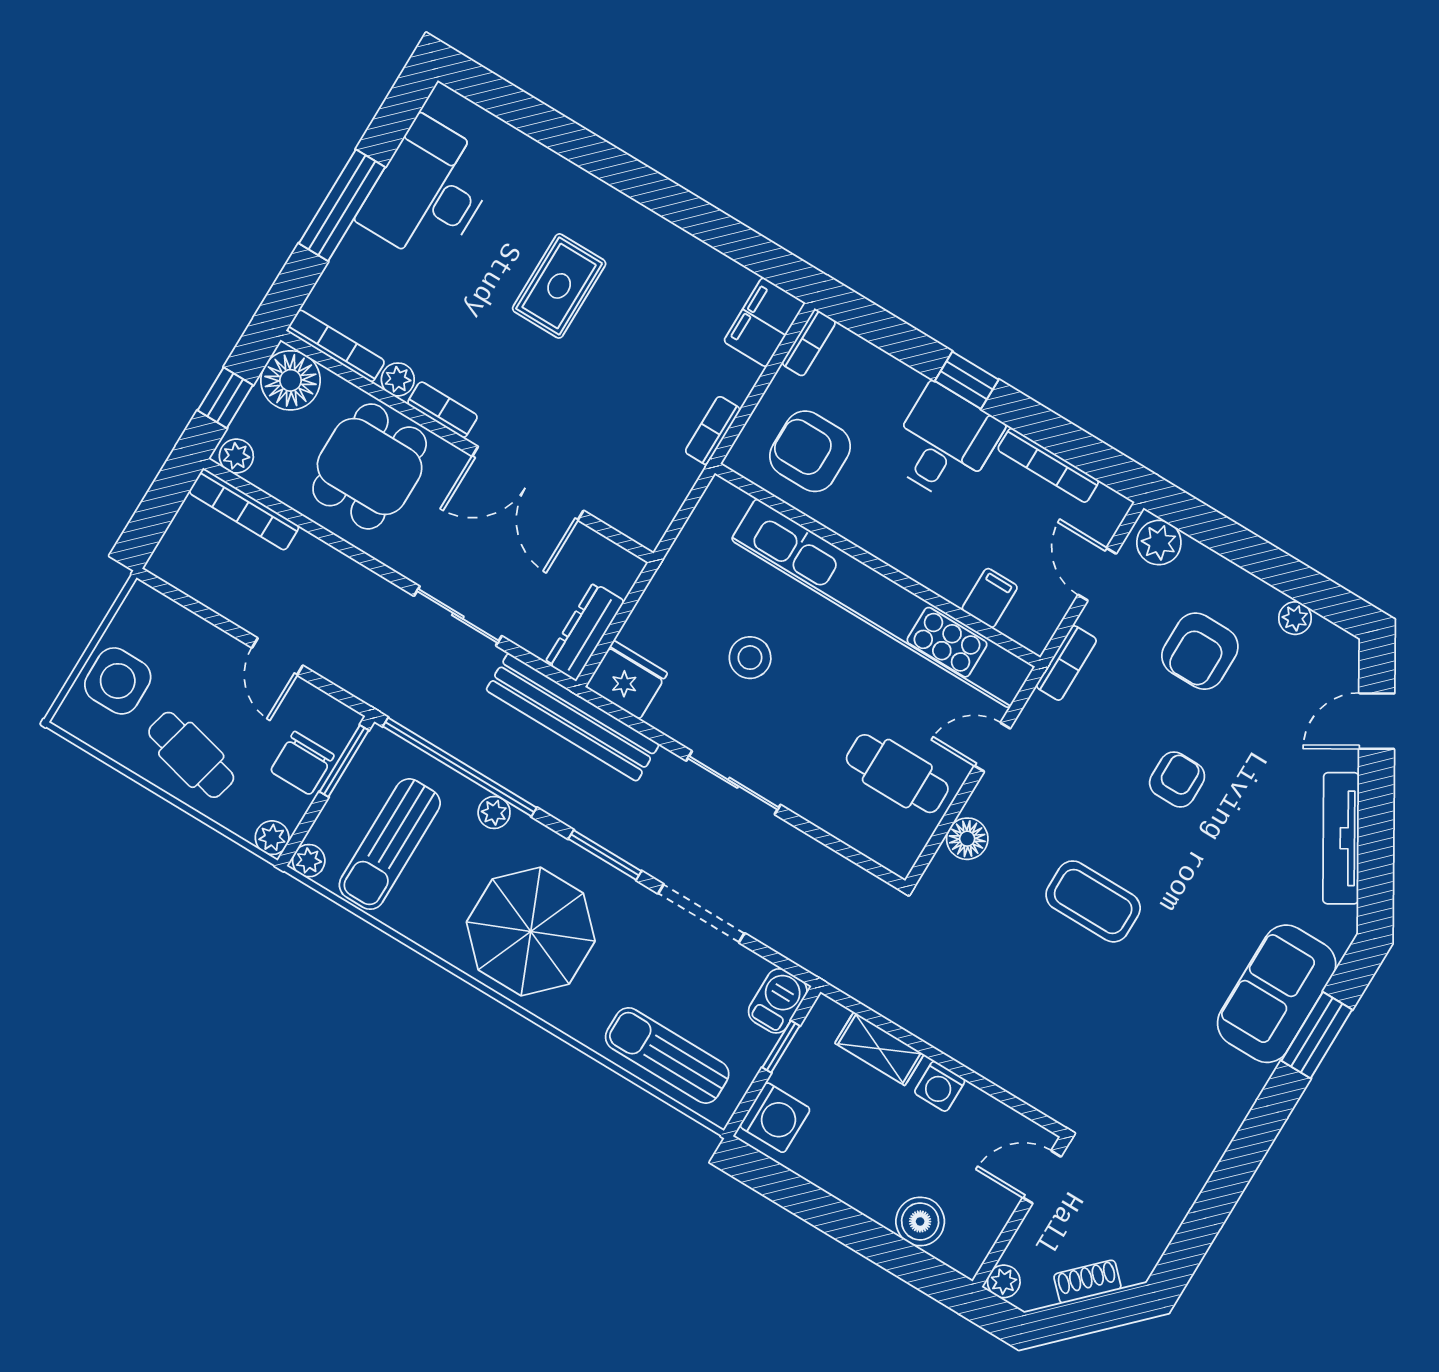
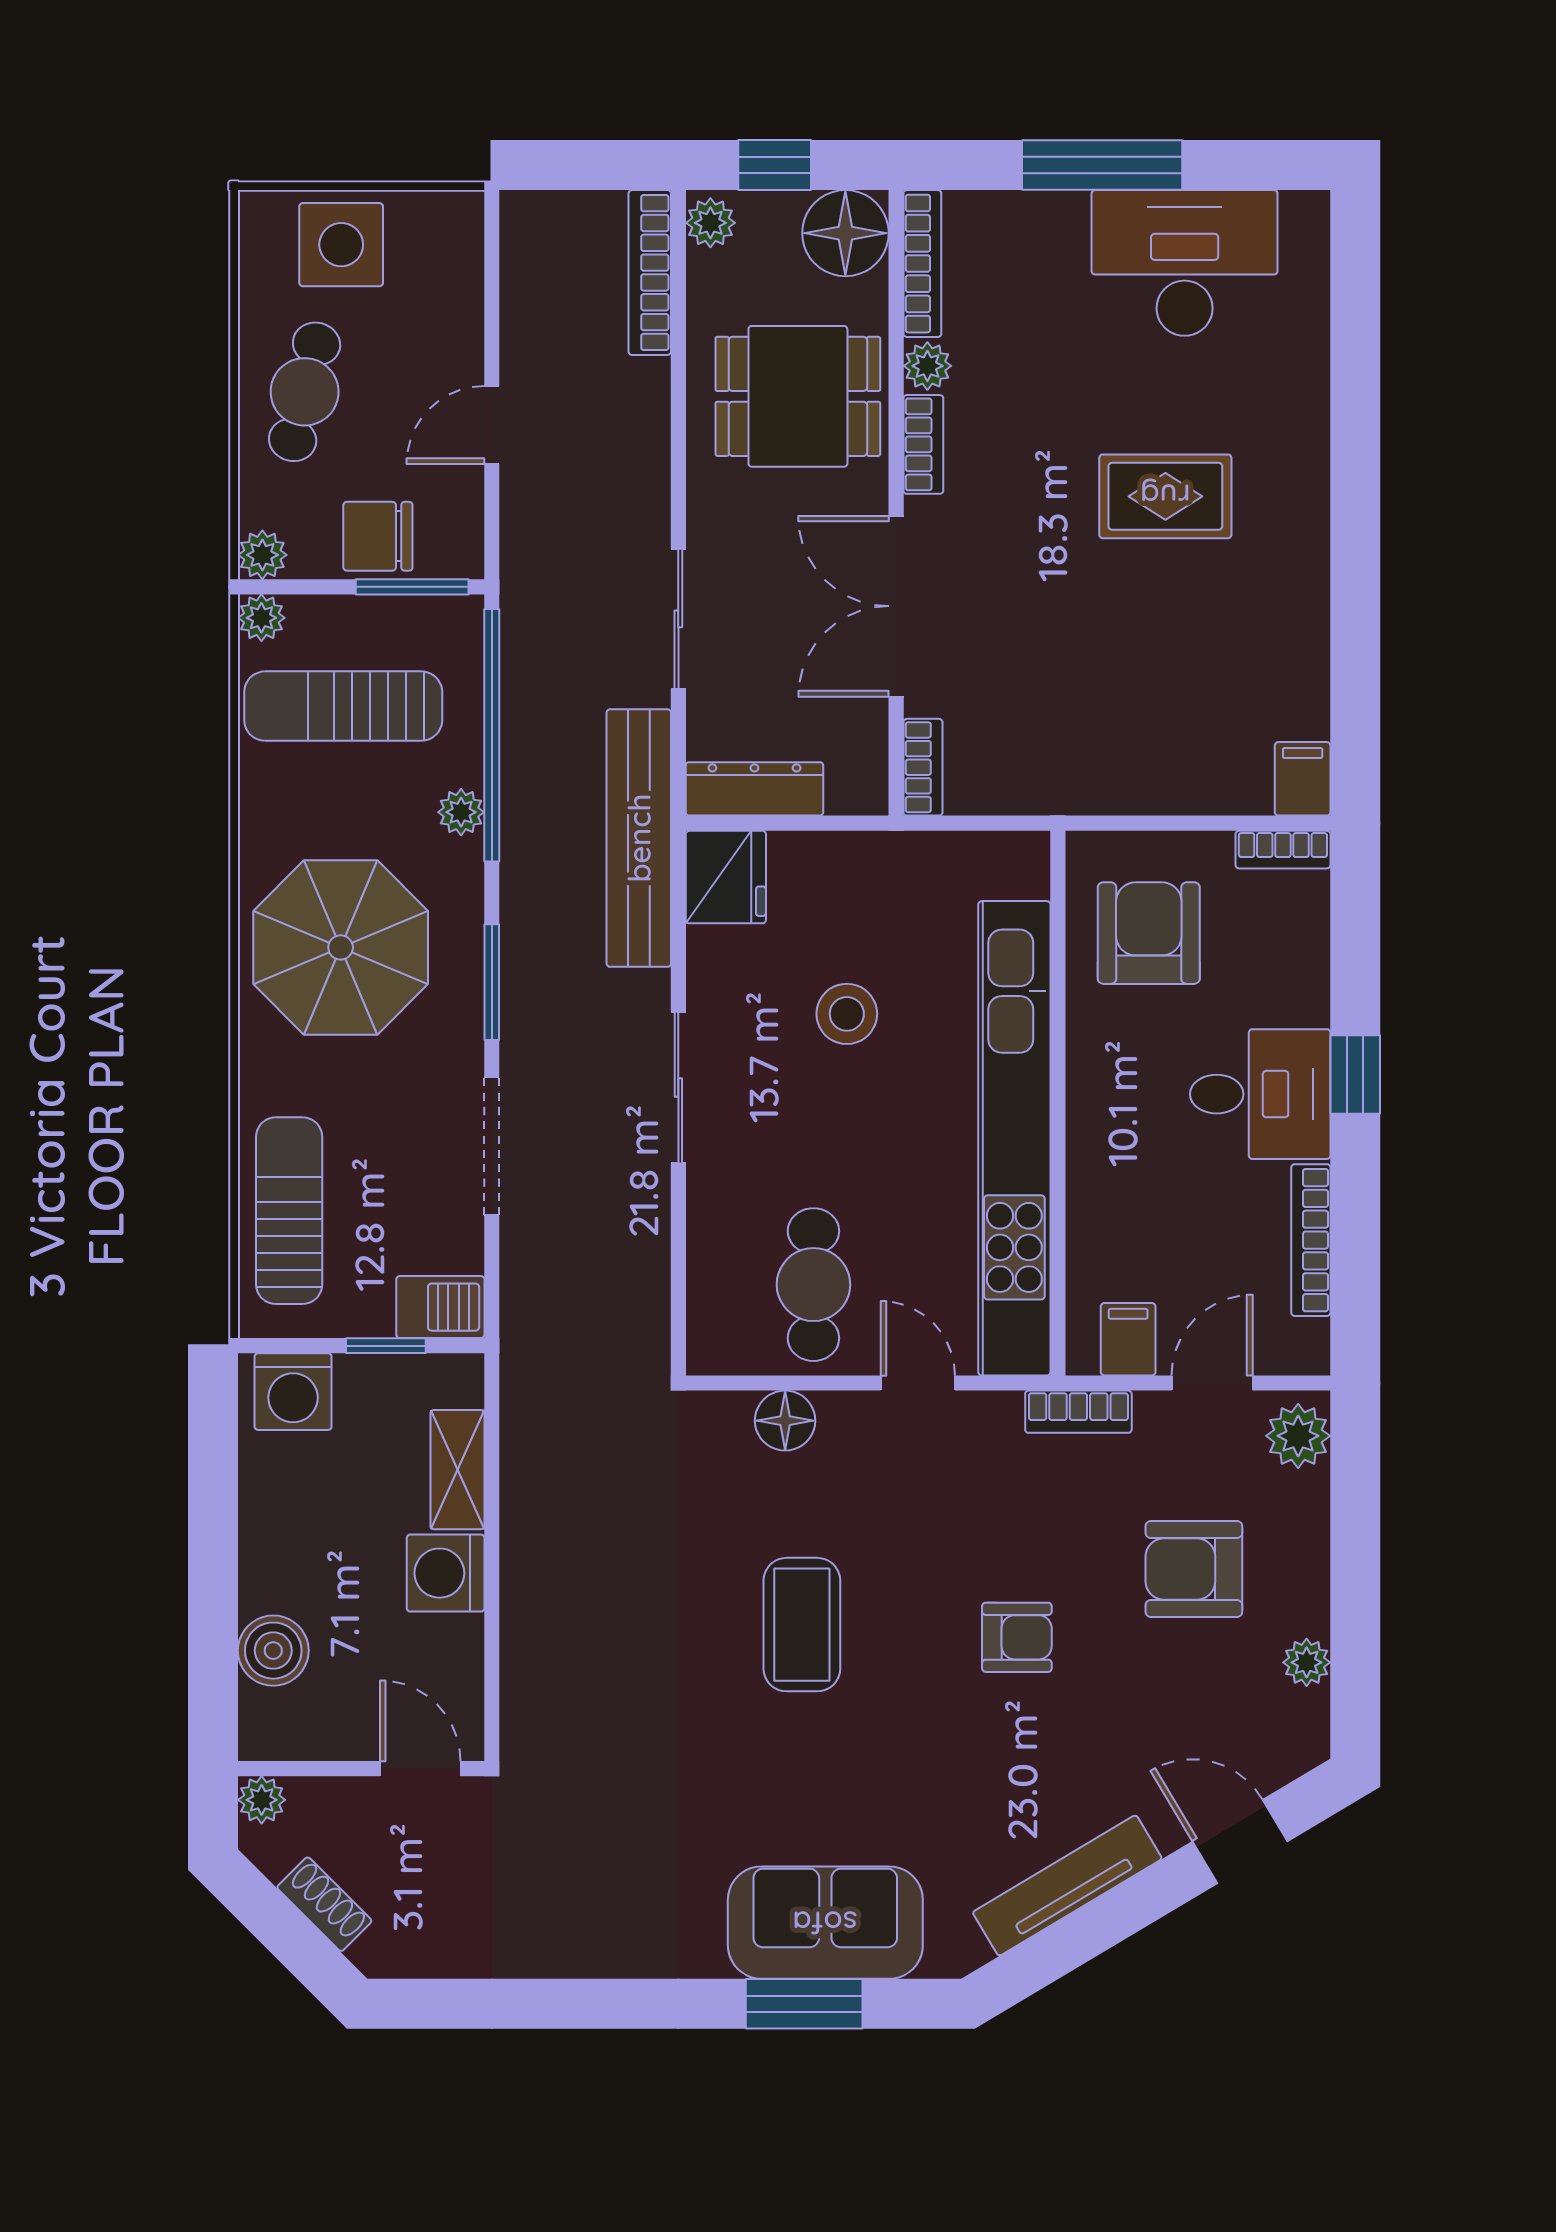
filing cabinet: (764, 322) -> (1303, 779), width x0.50
bookcase: (713, 430) -> (923, 767), moved, turned 90
filing cabinet: (990, 598) -> (1128, 1339), moved, turned -90
washing machine: (940, 1086) -> (446, 1573), width x1.38, depth x1.38

